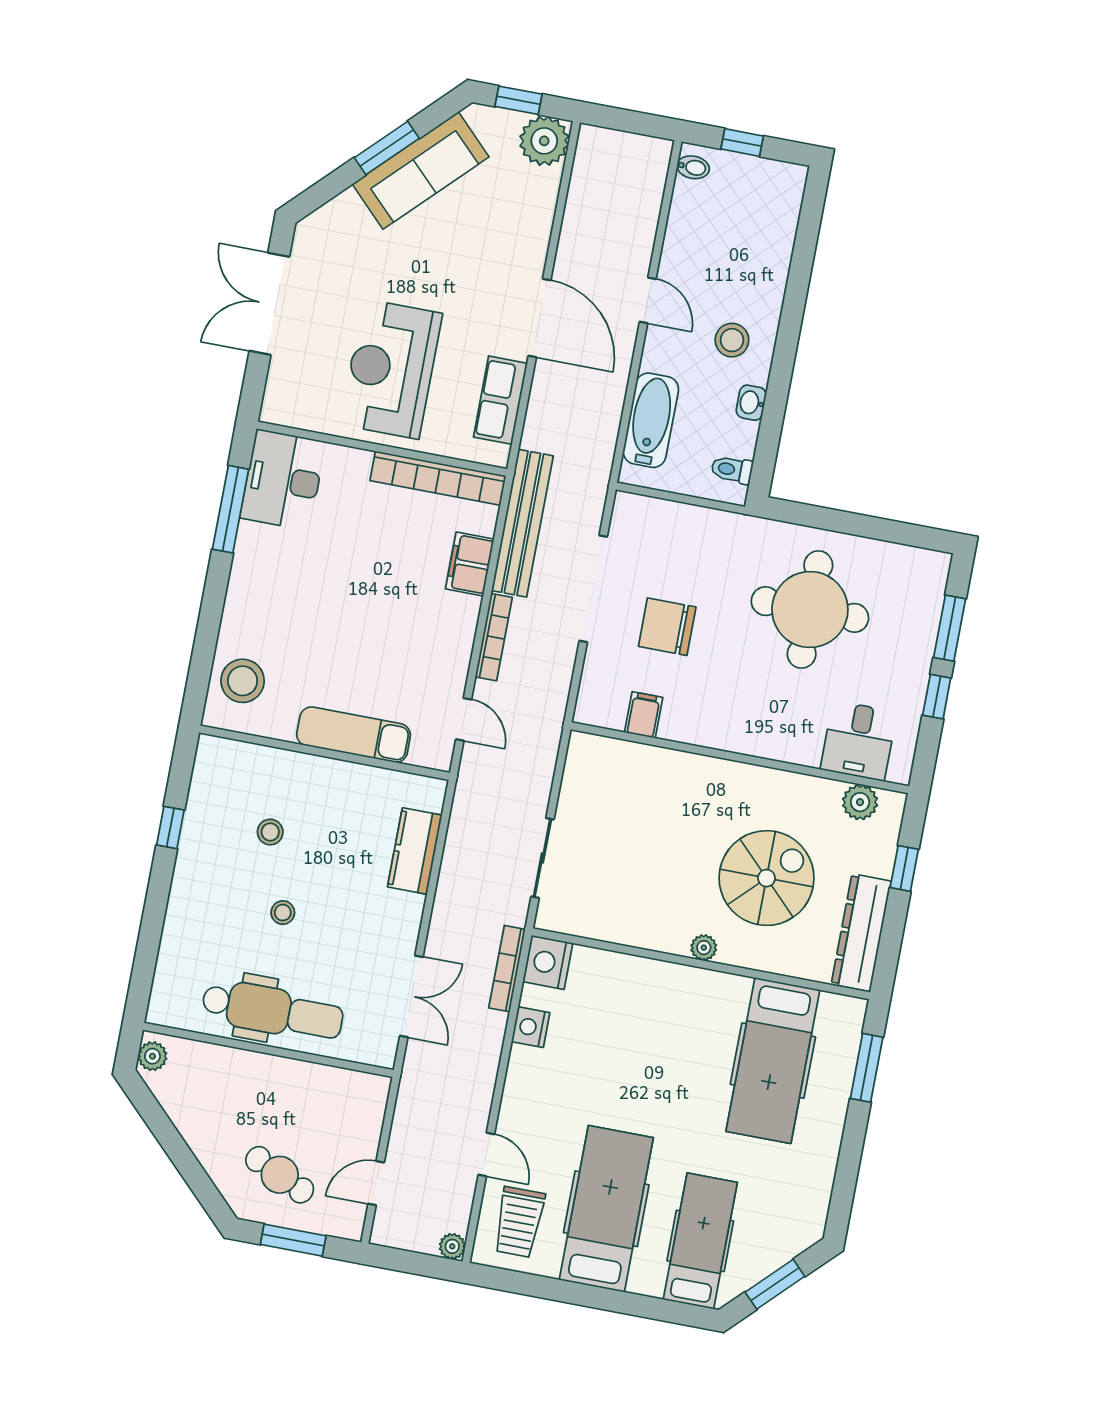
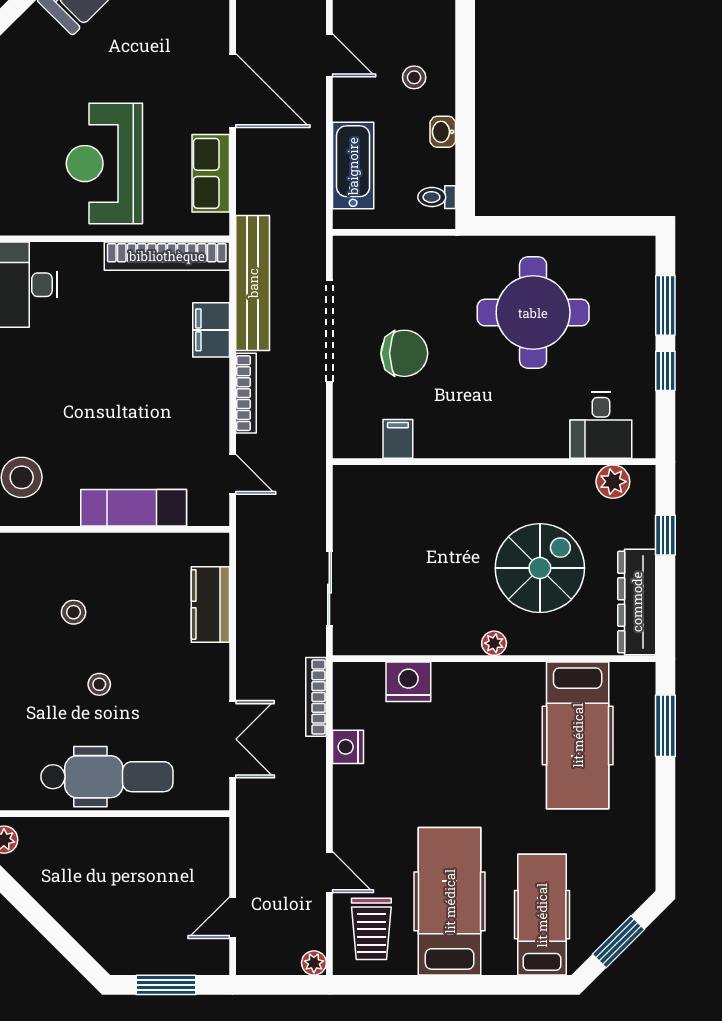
stool: (732, 340) -> (414, 77), width x0.73, depth x0.73
chair: (667, 627) -> (404, 353), turned 180
nightstand: (548, 962) -> (408, 682), moved, turned 90
cafe table: (280, 1175) -> (142, 927), removed

